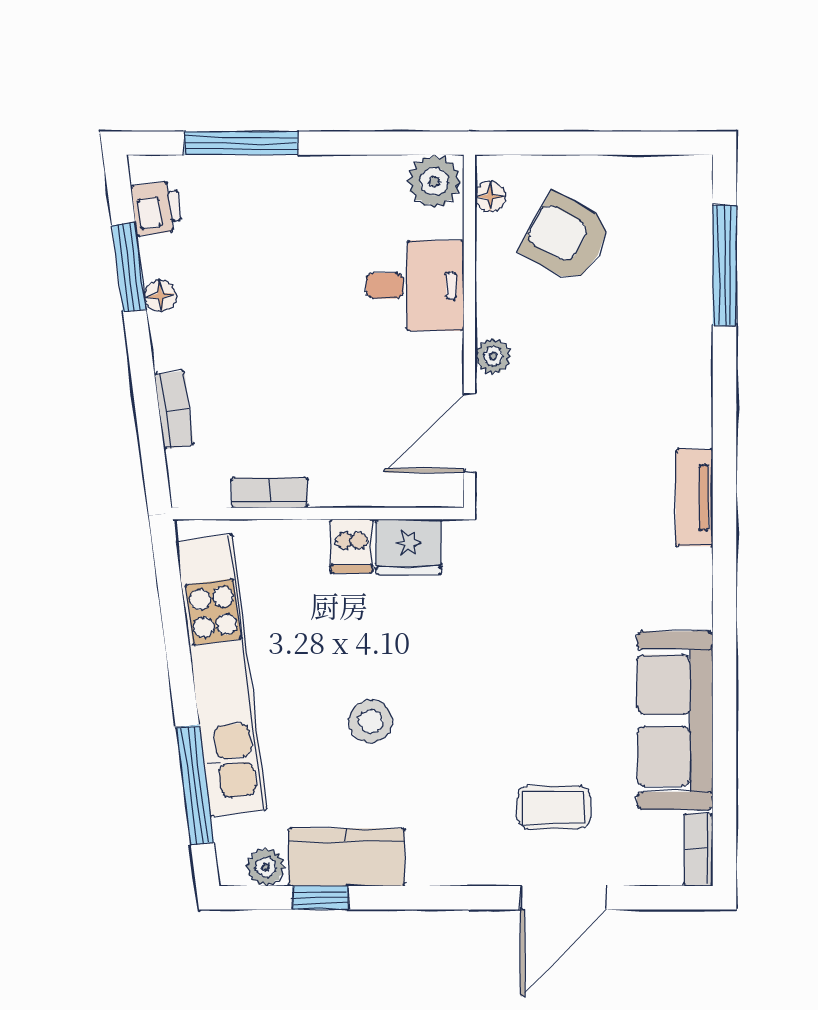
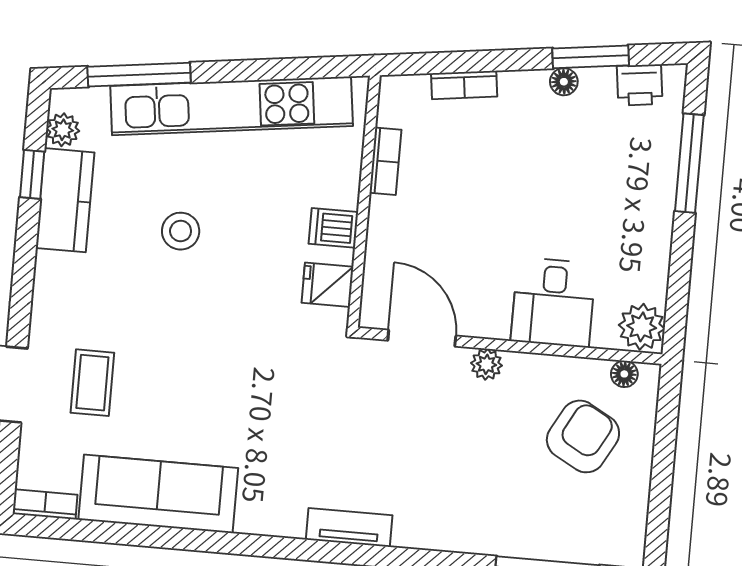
fridge: (409, 547) -> (327, 285), width x0.72

